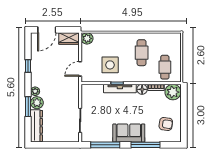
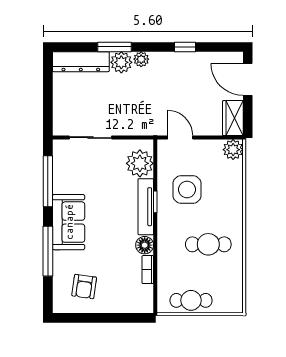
cafe table: (165, 67) -> (191, 300), moved
plant: (173, 92) -> (140, 163), moved

